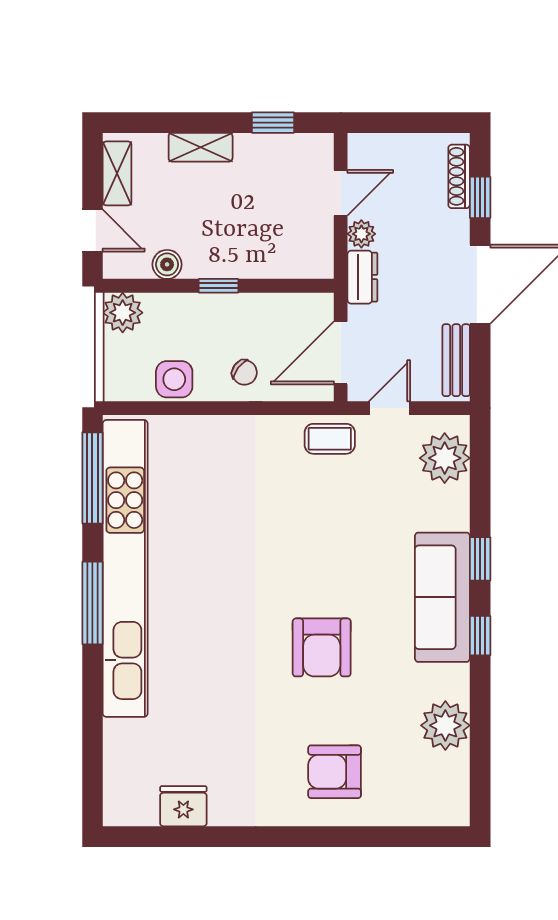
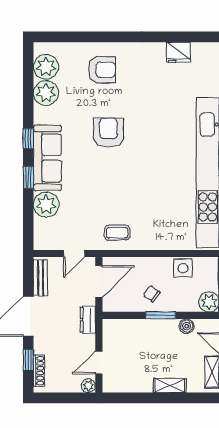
window: (273, 123) -> (133, 398), removed
plant: (361, 234) -> (88, 386), moved
window: (218, 286) -> (161, 315), width x1.50
chair: (244, 372) -> (152, 294), moved
coffee table: (330, 439) -> (117, 233), moved
plant: (445, 458) -> (46, 205), moved
plant: (445, 777) -> (46, 67), added

